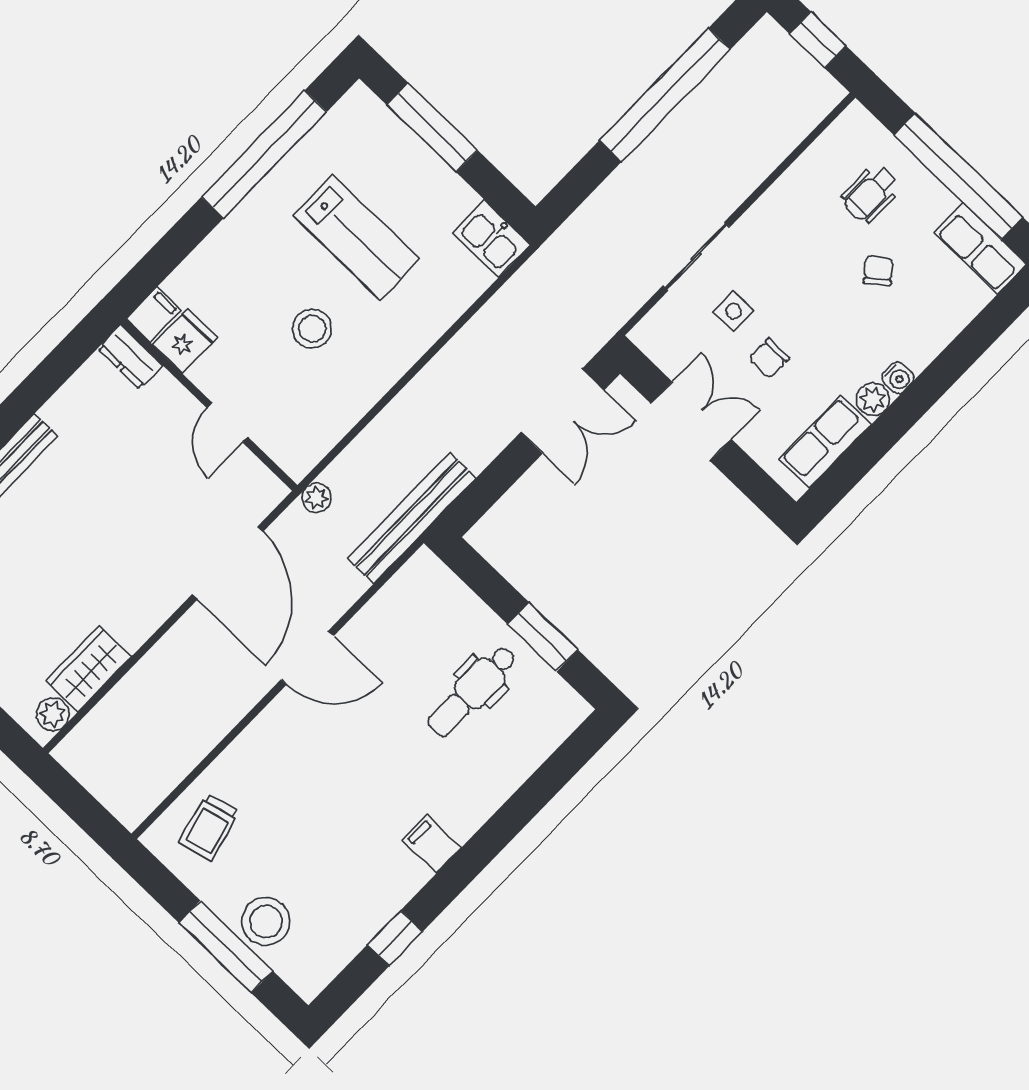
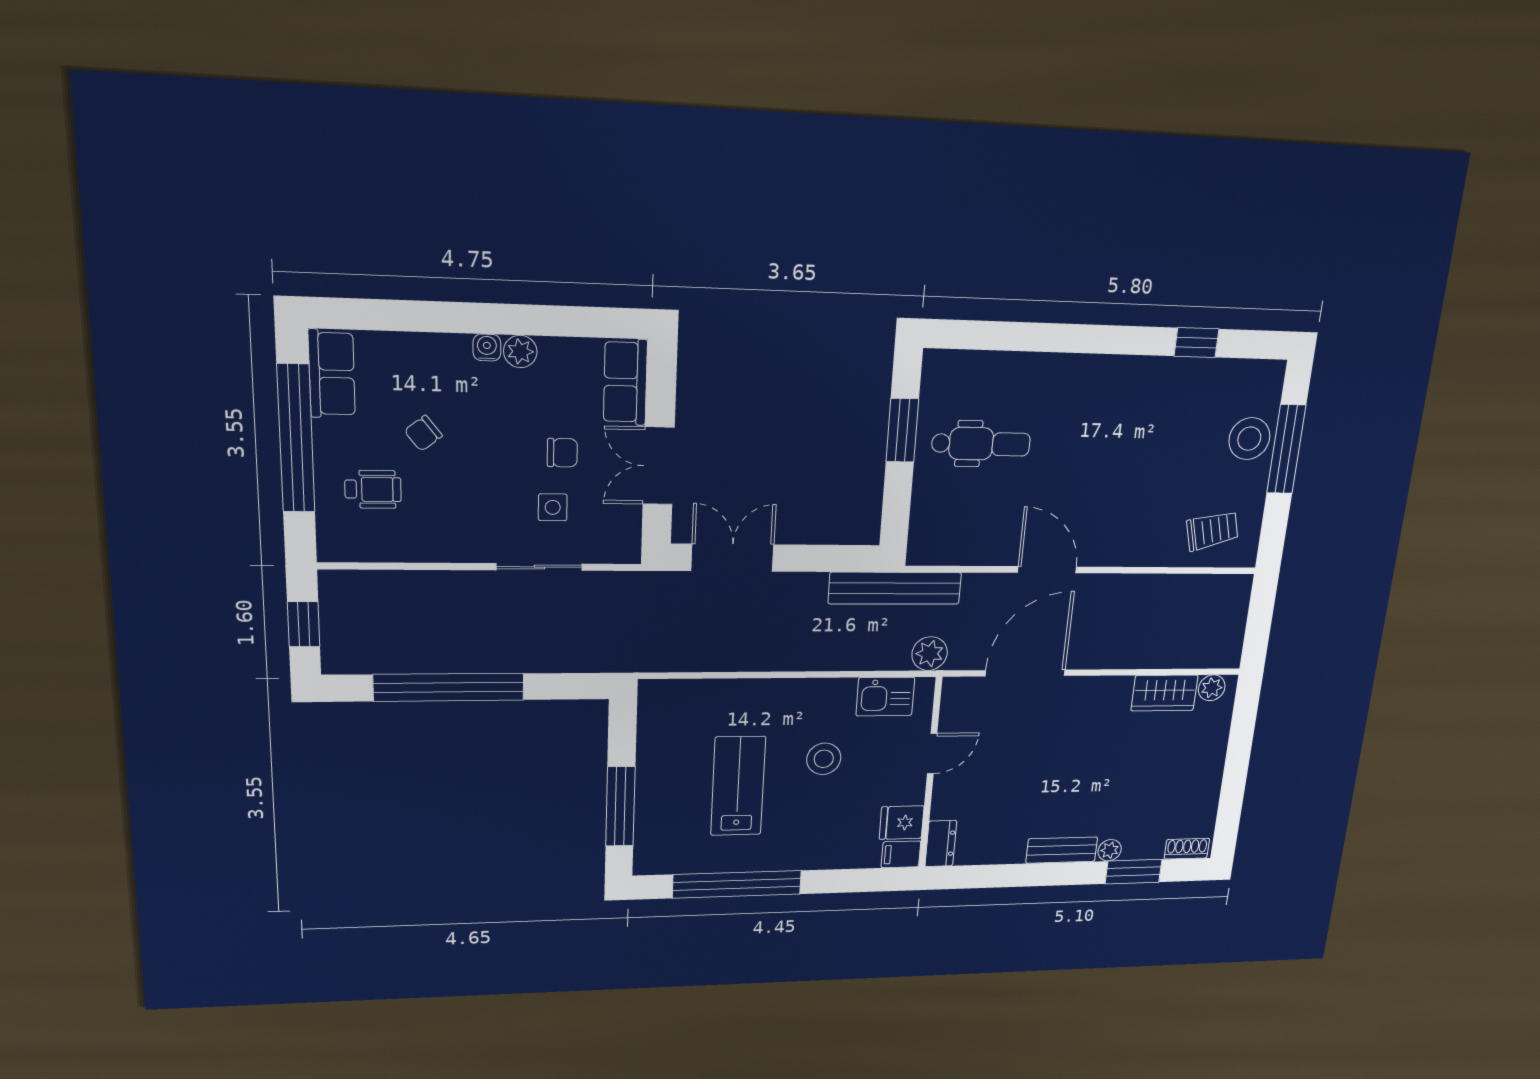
kitchen sink: (491, 239) -> (885, 697), moved, turned 90
row of seats: (825, 442) -> (625, 382), moved, turned 90
plant: (317, 498) -> (930, 654), width x1.38, depth x1.38
filing cabinet: (432, 844) -> (1111, 376), removed

